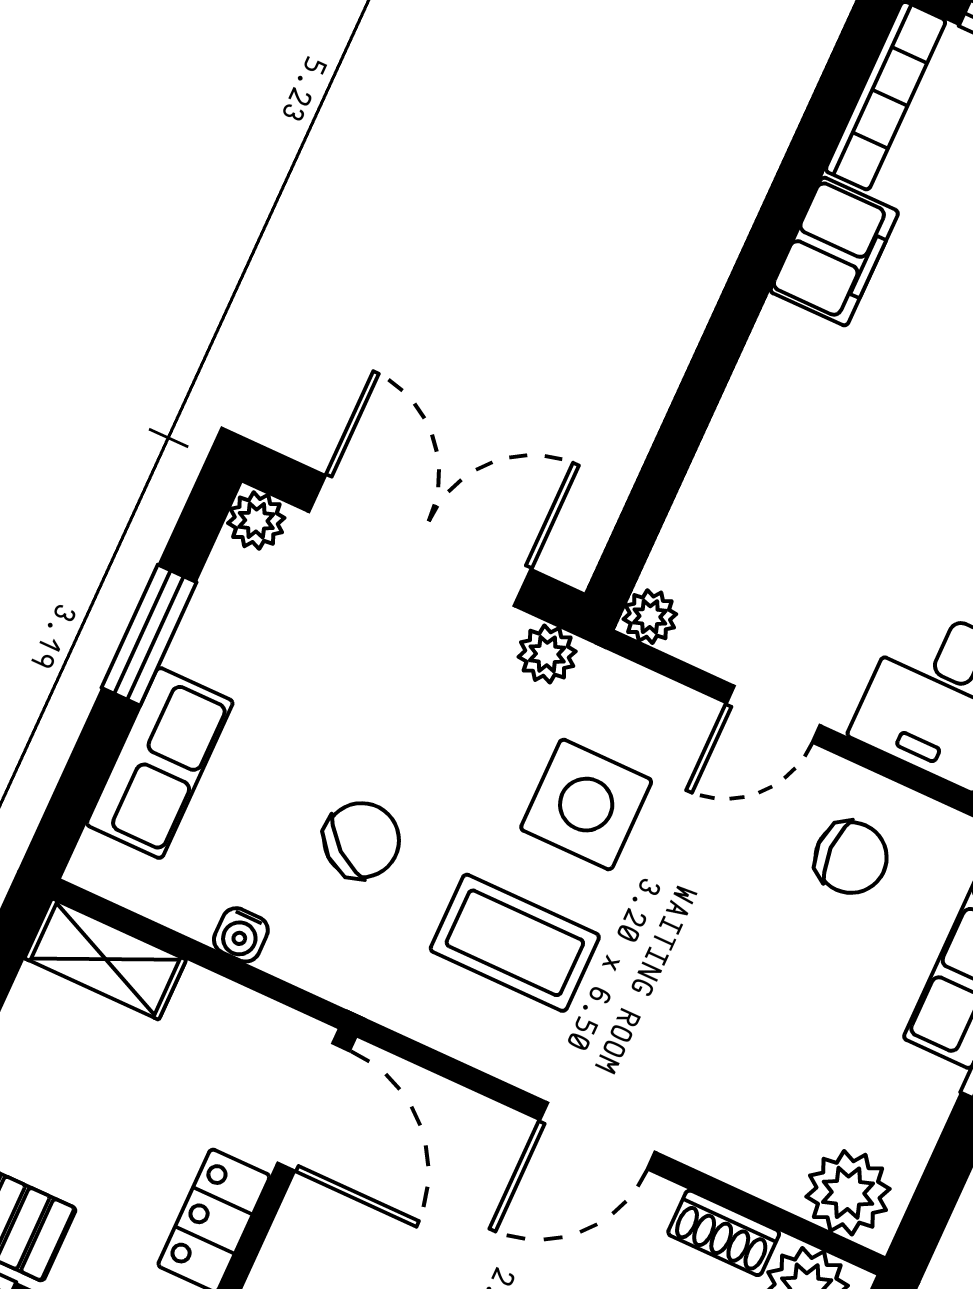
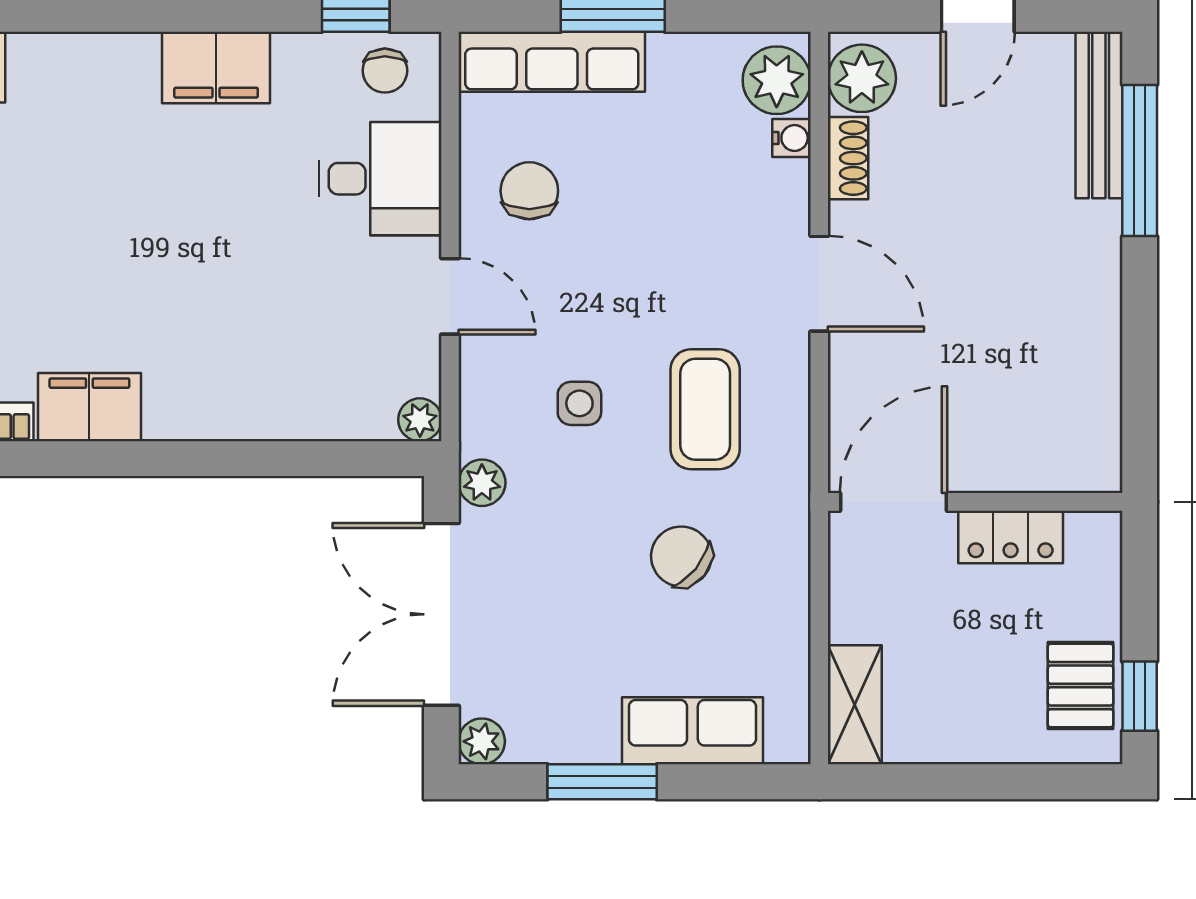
side table: (586, 805) -> (579, 403), width x0.54, depth x0.54
water cooler: (241, 935) -> (792, 138), moved

